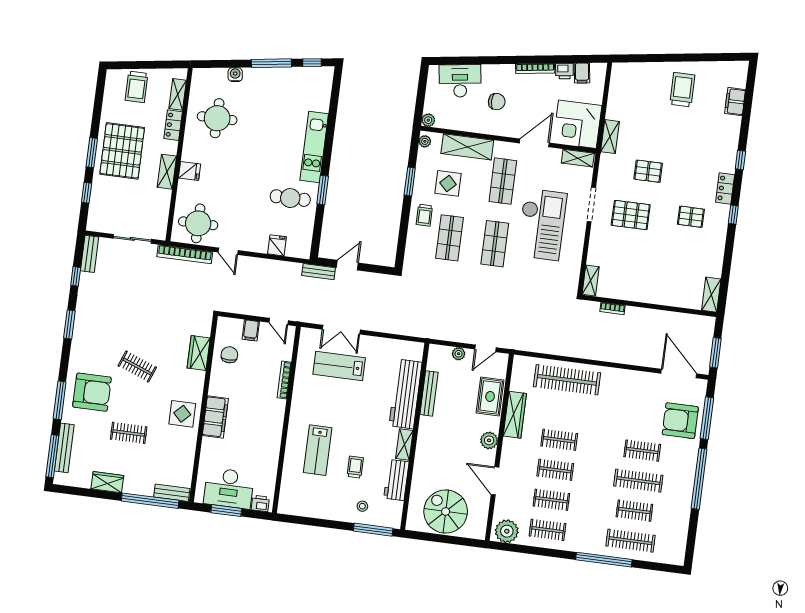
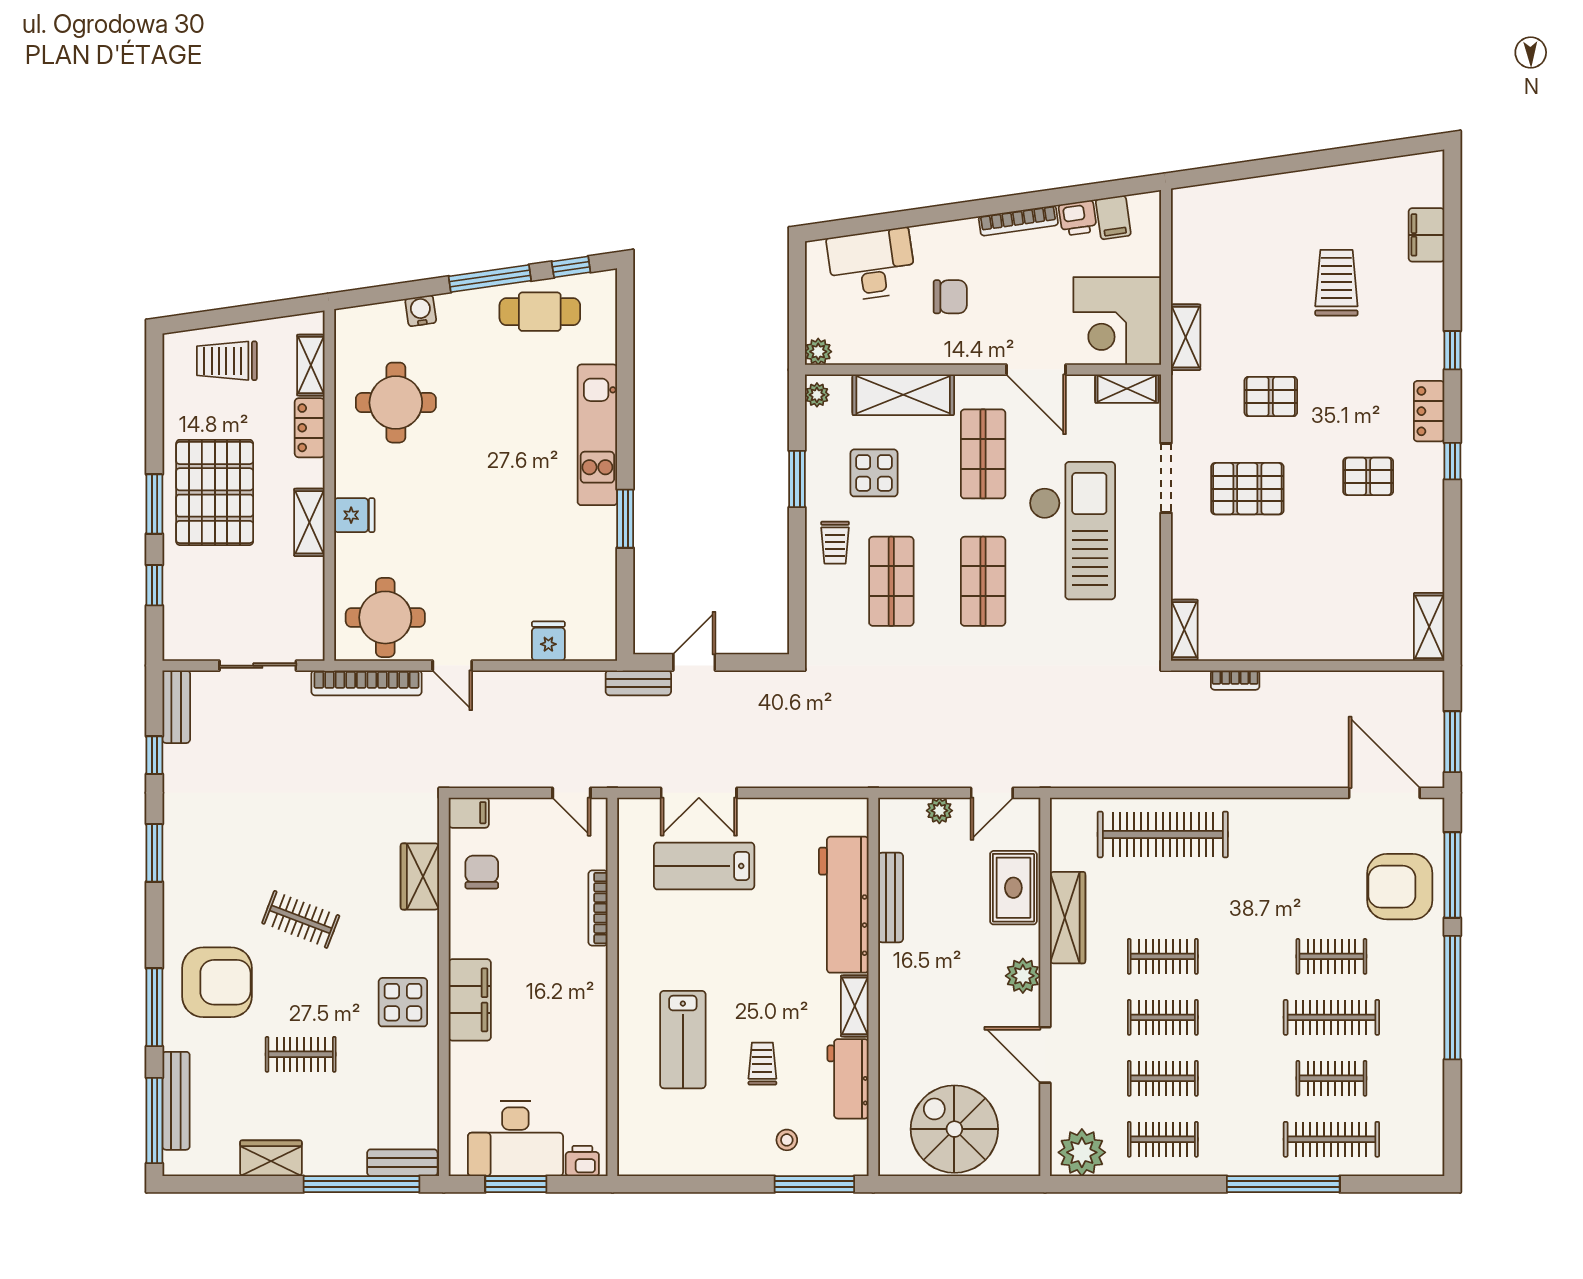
trolley: (137, 87) -> (227, 361), turned 90
trolley: (682, 90) -> (1336, 283), moved
door: (534, 143) -> (1036, 370), swing flipped
cafe table: (290, 198) -> (540, 312), moved
filing cabinet: (251, 330) -> (469, 813), moved, turned -90

